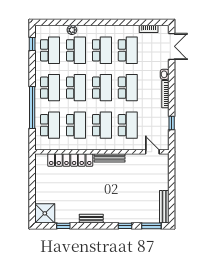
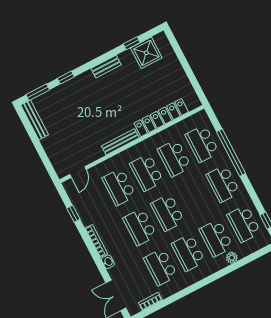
school desk: (76, 88) -> (195, 198), removed
door: (152, 152) -> (78, 172), hinge flipped
shower: (45, 213) -> (146, 53), moved

